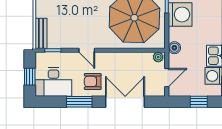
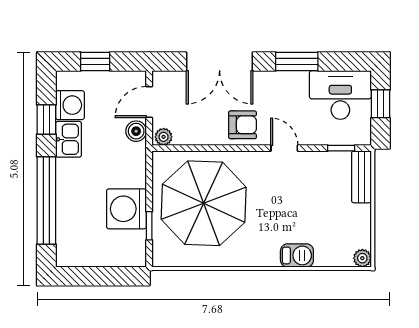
boiler: (174, 48) -> (136, 131), moved
armchair: (93, 81) -> (243, 125), moved

